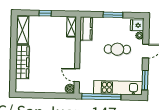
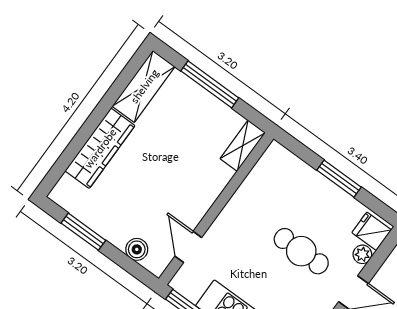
window: (45, 13) -> (210, 84), width x2.17
kitchen counter: (86, 29) -> (268, 169), removed
boiler: (70, 89) -> (137, 249), moved
window: (37, 95) -> (83, 232), added

